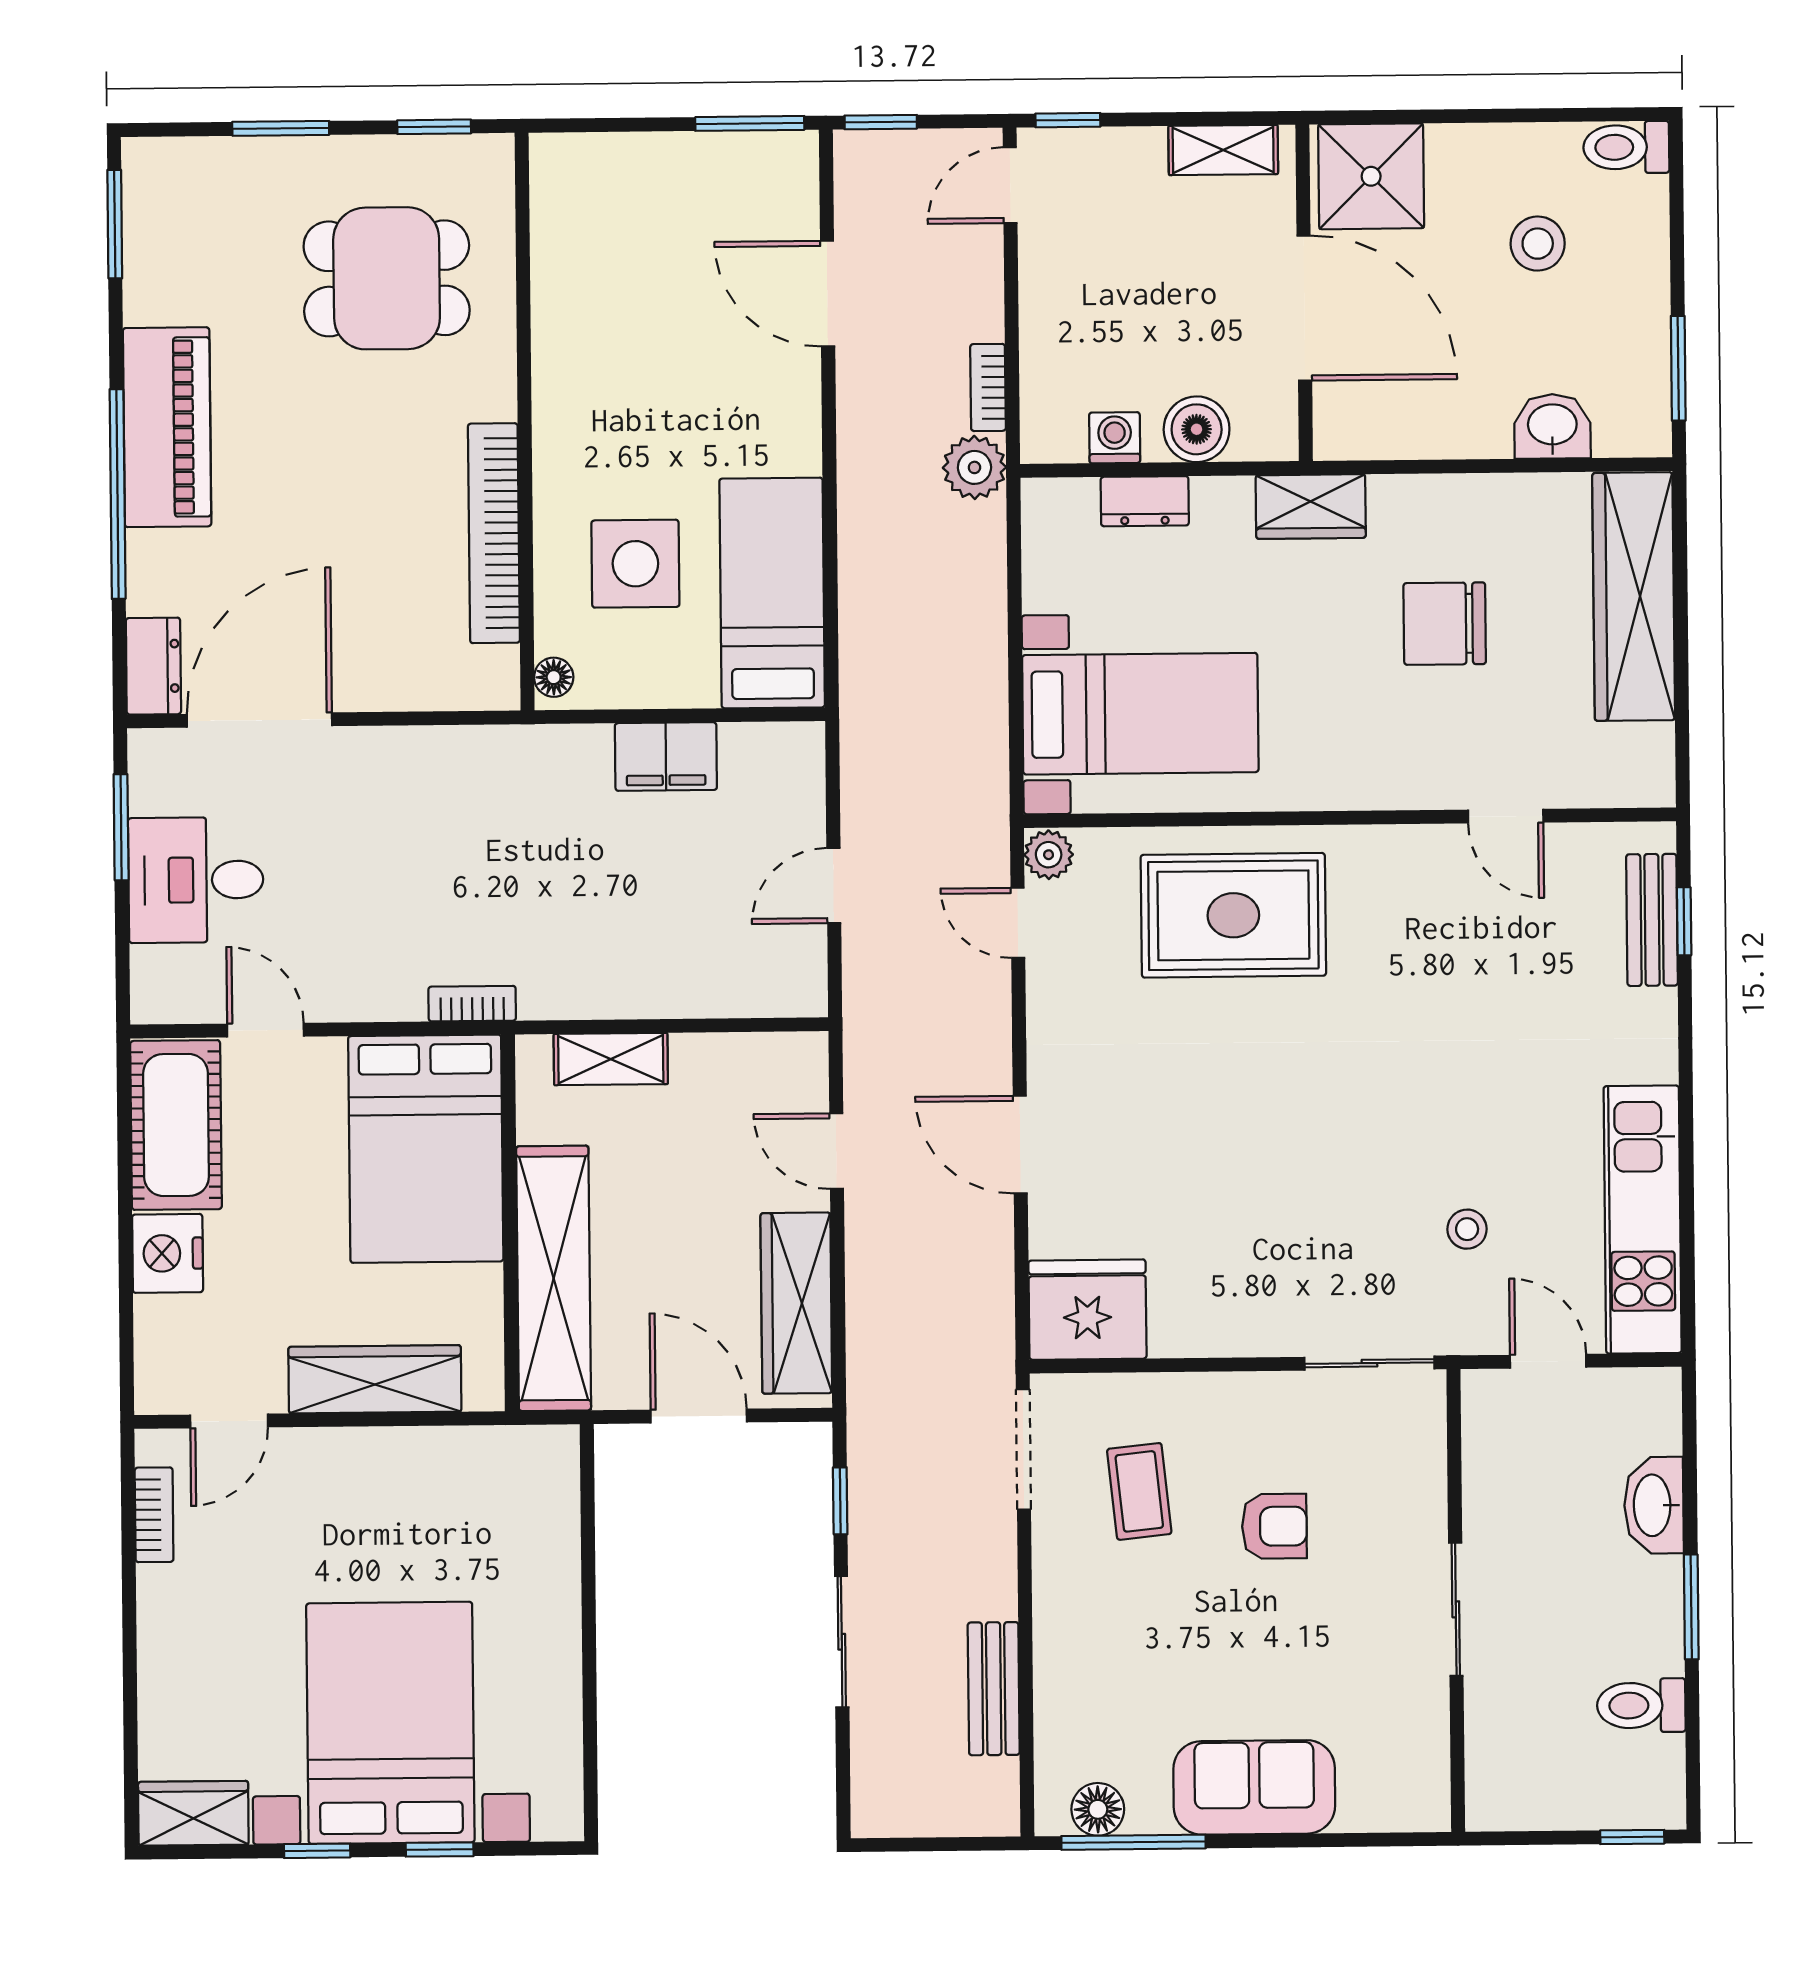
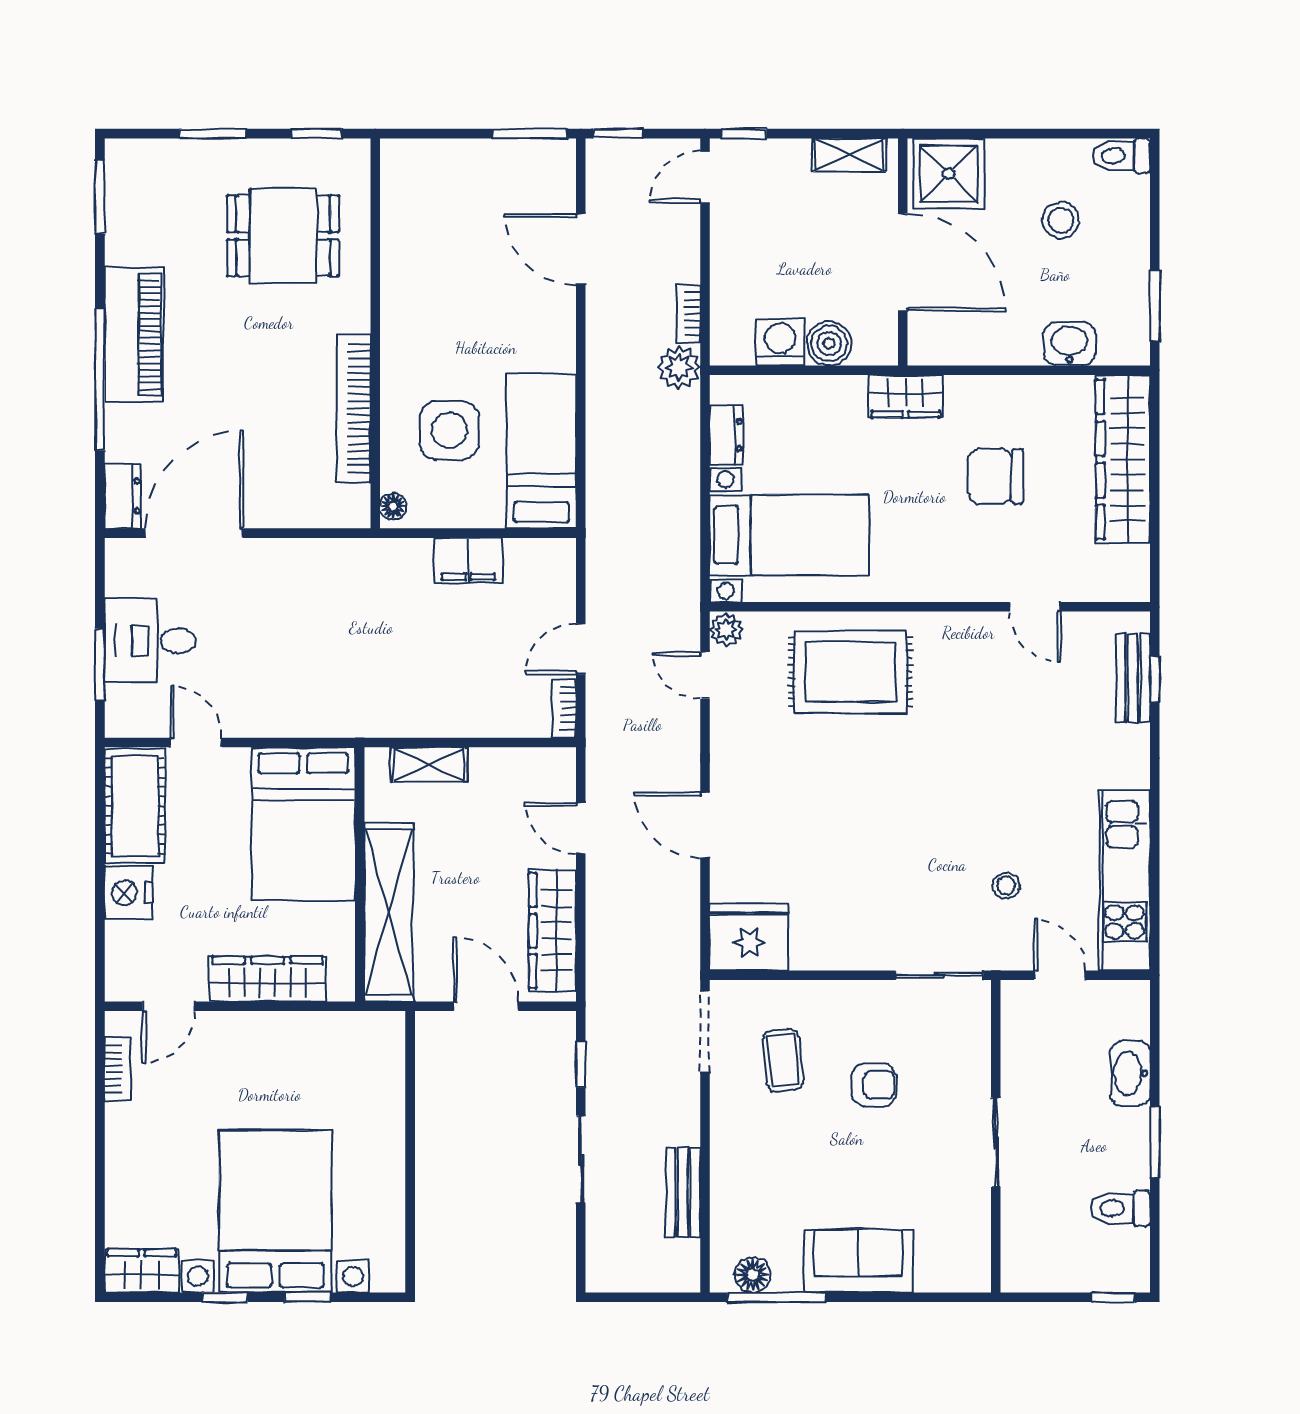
washing machine: (1115, 438) -> (780, 342), width x1.38, depth x1.38
dresser: (1145, 501) -> (726, 435), moved, turned -90
window: (121, 827) -> (100, 665), moved
bookcase: (472, 1004) -> (564, 708), moved, turned -90

